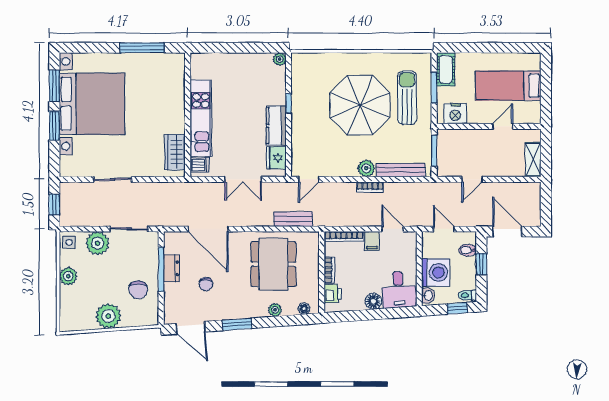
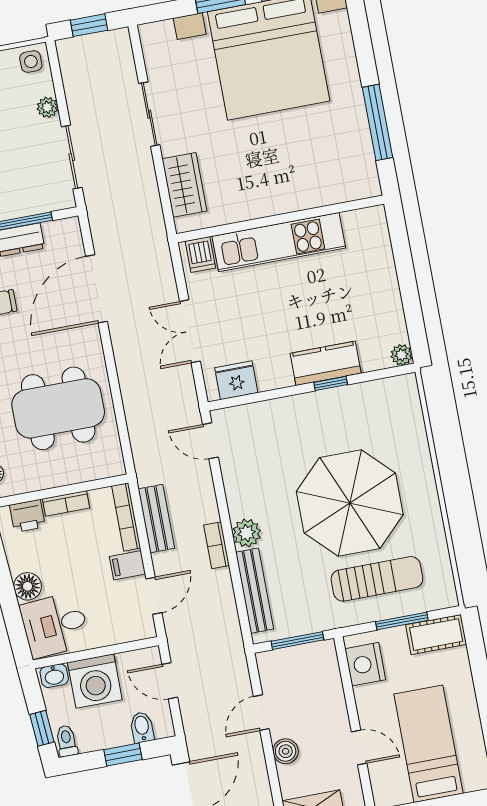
kitchen counter: (276, 126) -> (326, 363), moved
wardrobe: (175, 152) -> (184, 185), moved, turned 90
boiler: (497, 169) -> (286, 751), added
door: (472, 179) -> (261, 713), hinge flipped
bench: (293, 219) -> (156, 519), moved
door: (444, 229) -> (170, 681), swing flipped
plant: (97, 243) -> (47, 107), width x0.53, depth x0.53

